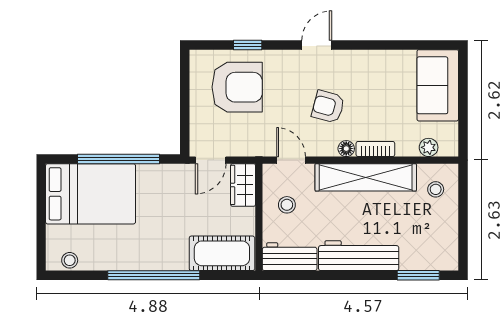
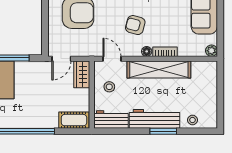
plant: (429, 147) -> (211, 51), moved
stool: (436, 189) -> (192, 120), moved
cot: (222, 253) -> (74, 120), width x0.73, depth x0.75
window: (418, 275) -> (163, 131), moved

